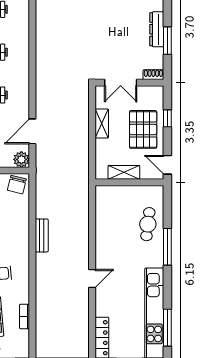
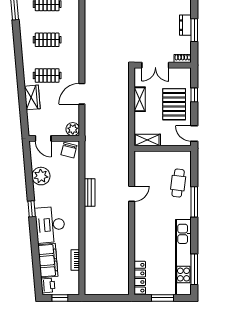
dresser: (157, 29) -> (185, 25), width x0.70
door: (32, 131) -> (82, 94), moved
shelving: (124, 172) -> (147, 140), moved
door: (92, 278) -> (132, 194), moved

